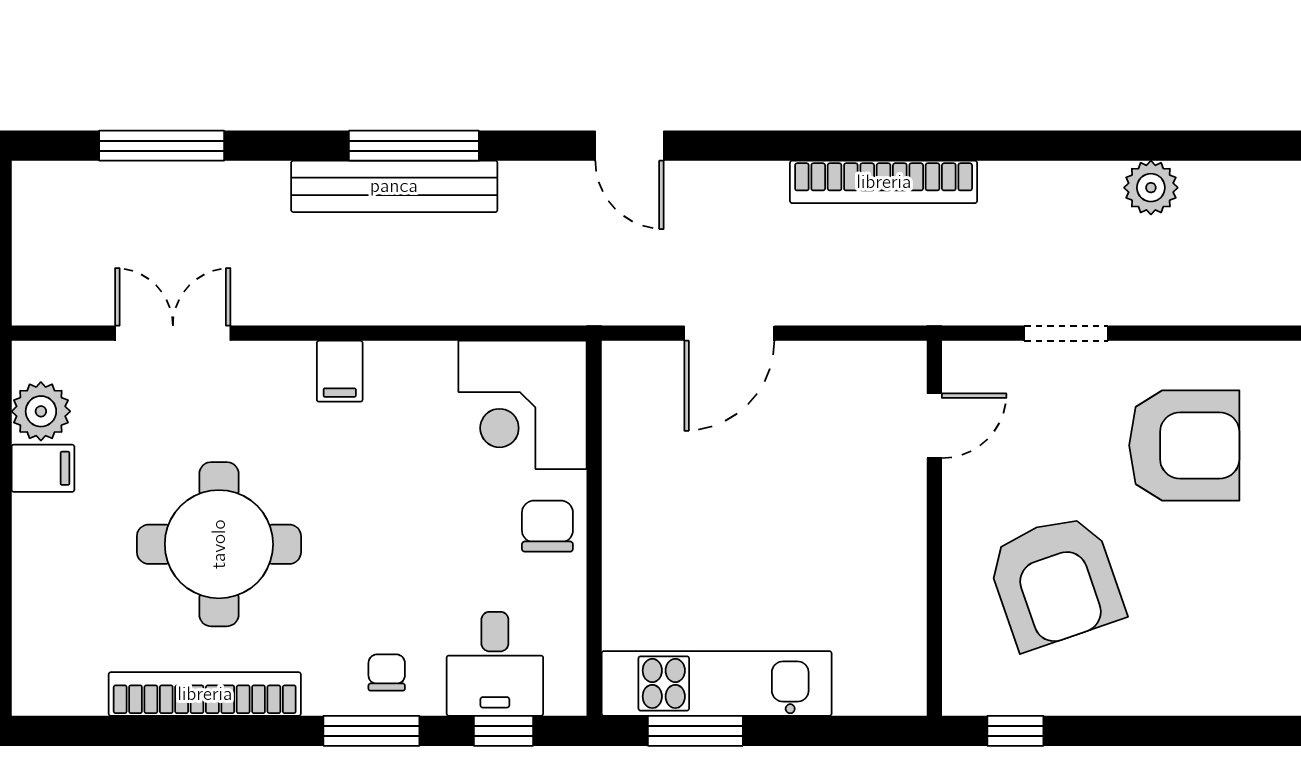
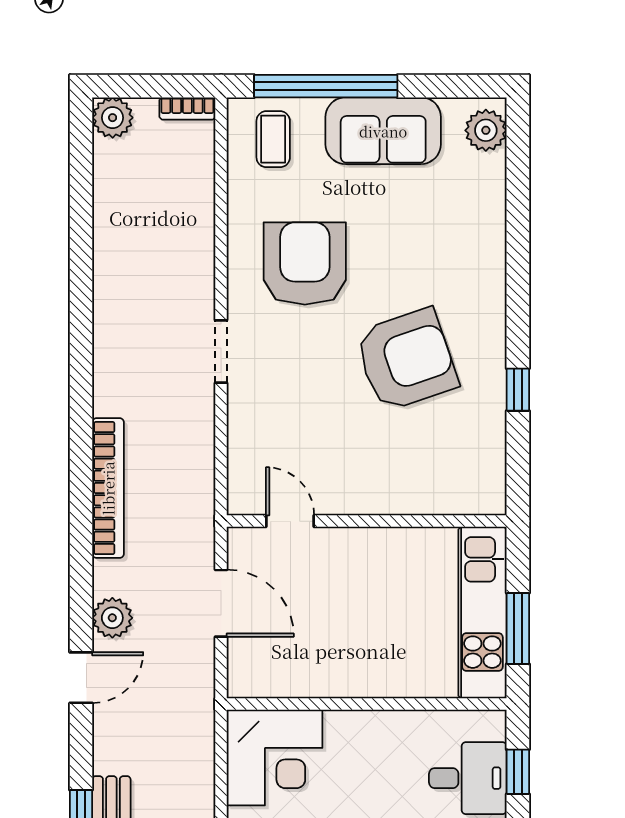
plant: (1151, 188) -> (112, 618), moved
door: (934, 426) -> (290, 521), moved
chair: (547, 526) -> (365, 739), removed
wall: (934, 528) -> (367, 521), moved

